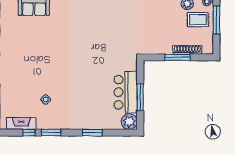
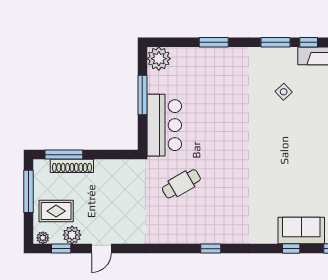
window: (216, 20) -> (28, 191), moved
cafe table: (114, 38) -> (181, 184), added
window: (178, 57) -> (64, 155), moved
bar counter: (126, 92) -> (164, 125), moved

